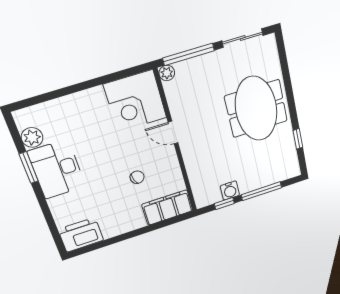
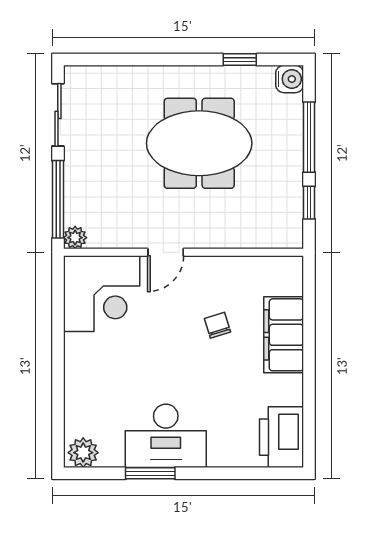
meeting table: (256, 109) -> (199, 143), moved
plant: (32, 137) -> (83, 453), moved
water cooler: (230, 190) -> (290, 79), moved
filing cabinet: (167, 208) -> (284, 335), moved

